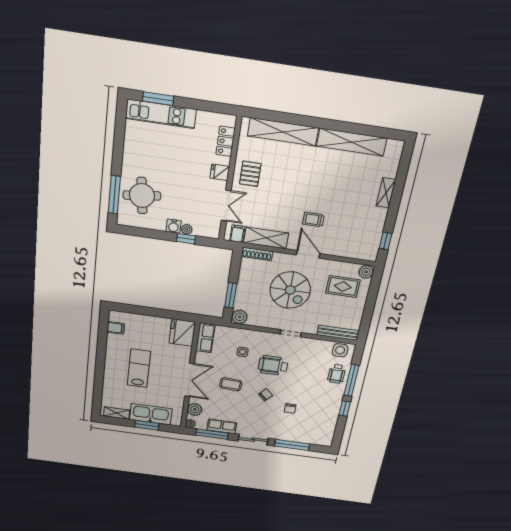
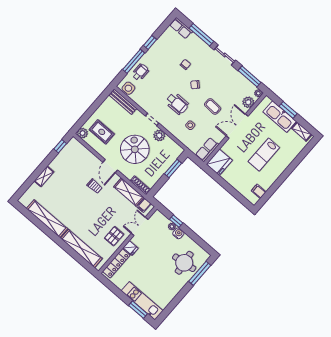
locker: (226, 141) -> (116, 263), width x1.53
plant: (240, 317) -> (159, 135), moved
row of seats: (222, 426) -> (181, 28), moved

